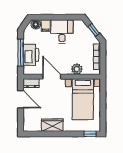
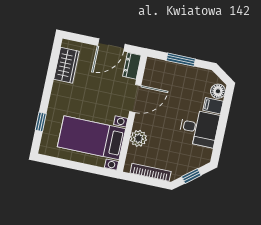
window: (21, 53) -> (181, 60), width x0.69
printer: (31, 55) -> (174, 74), removed
wardrobe: (52, 125) -> (66, 65), moved
window: (90, 134) -> (41, 122), moved

